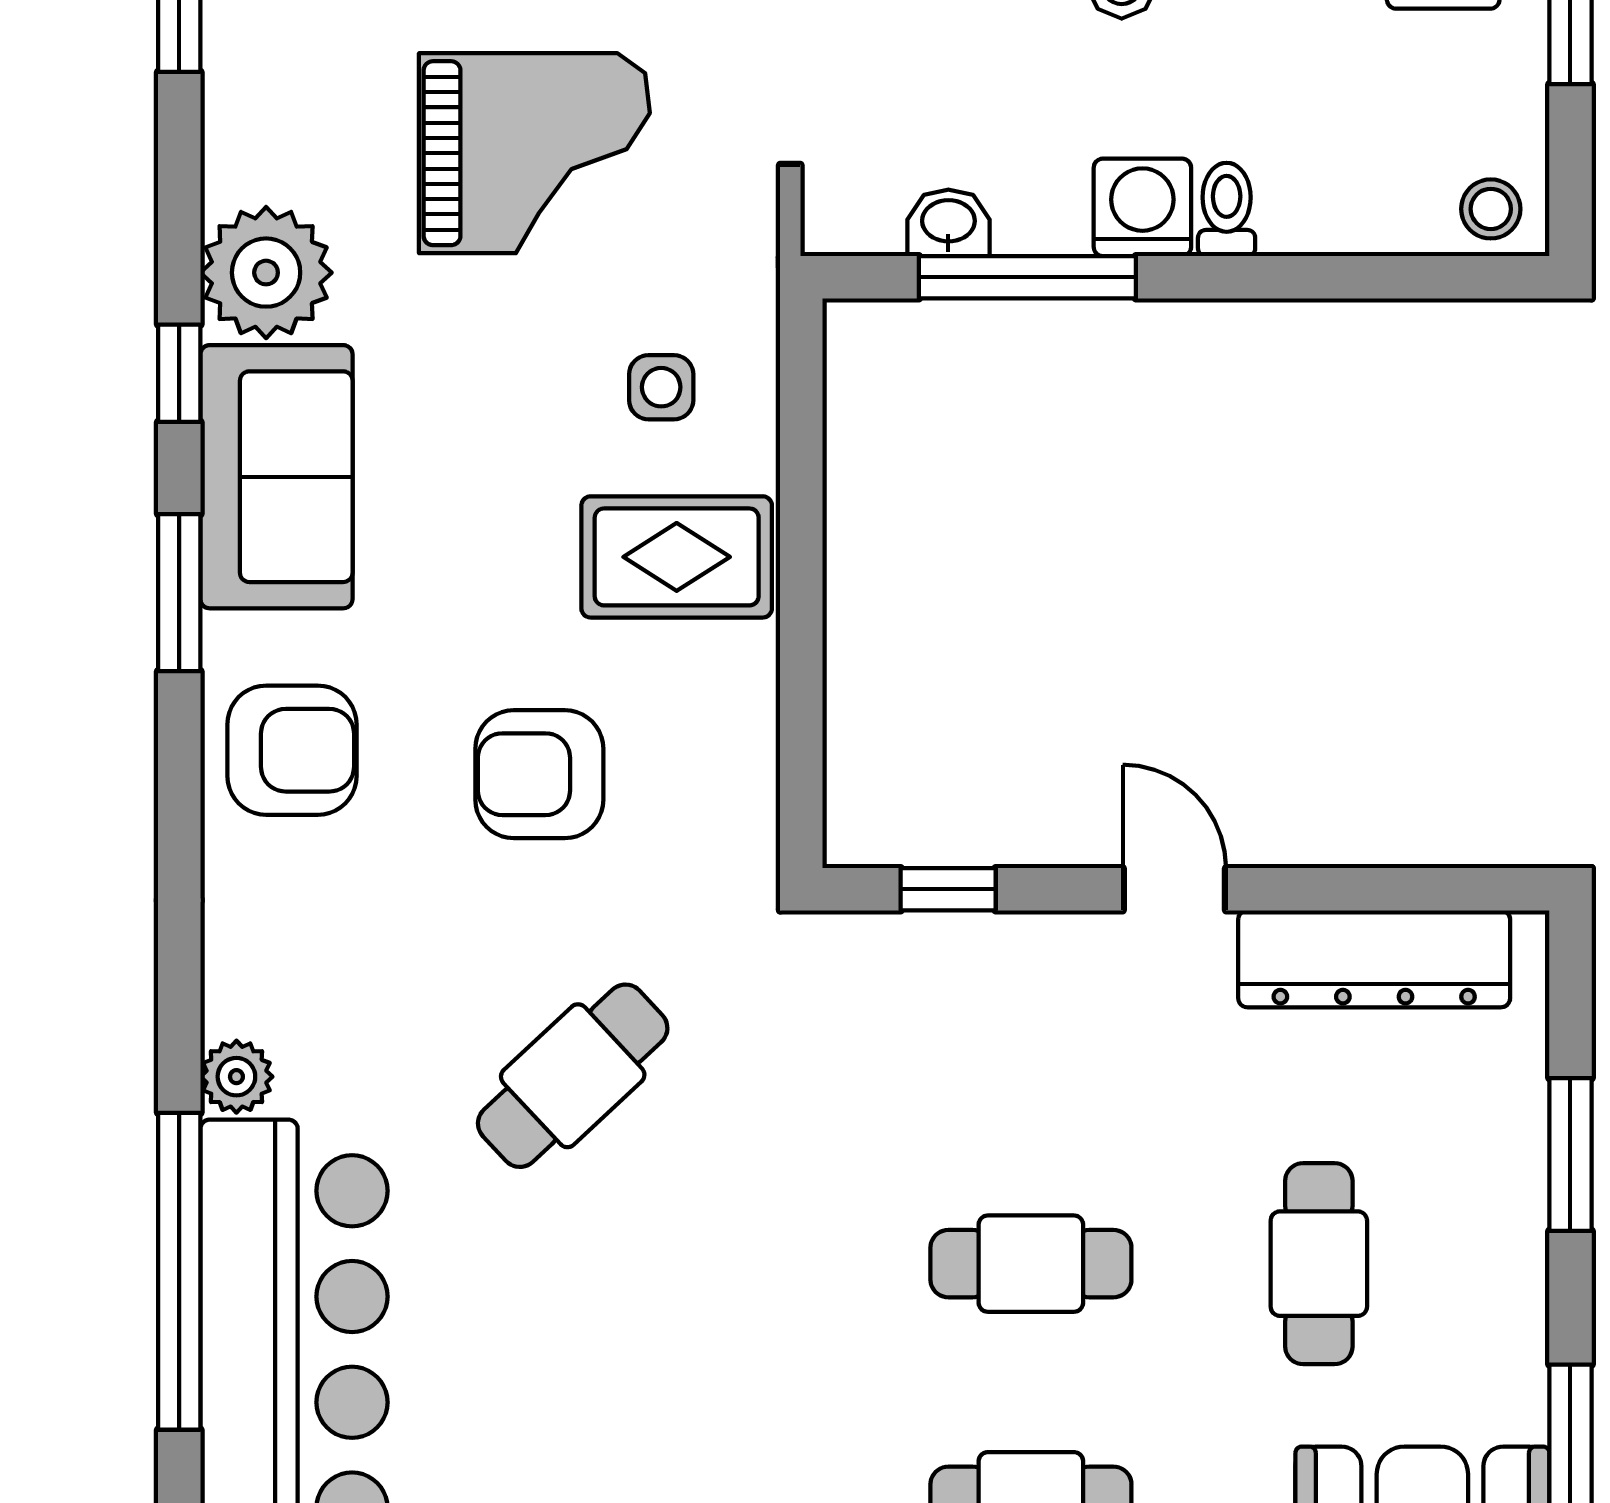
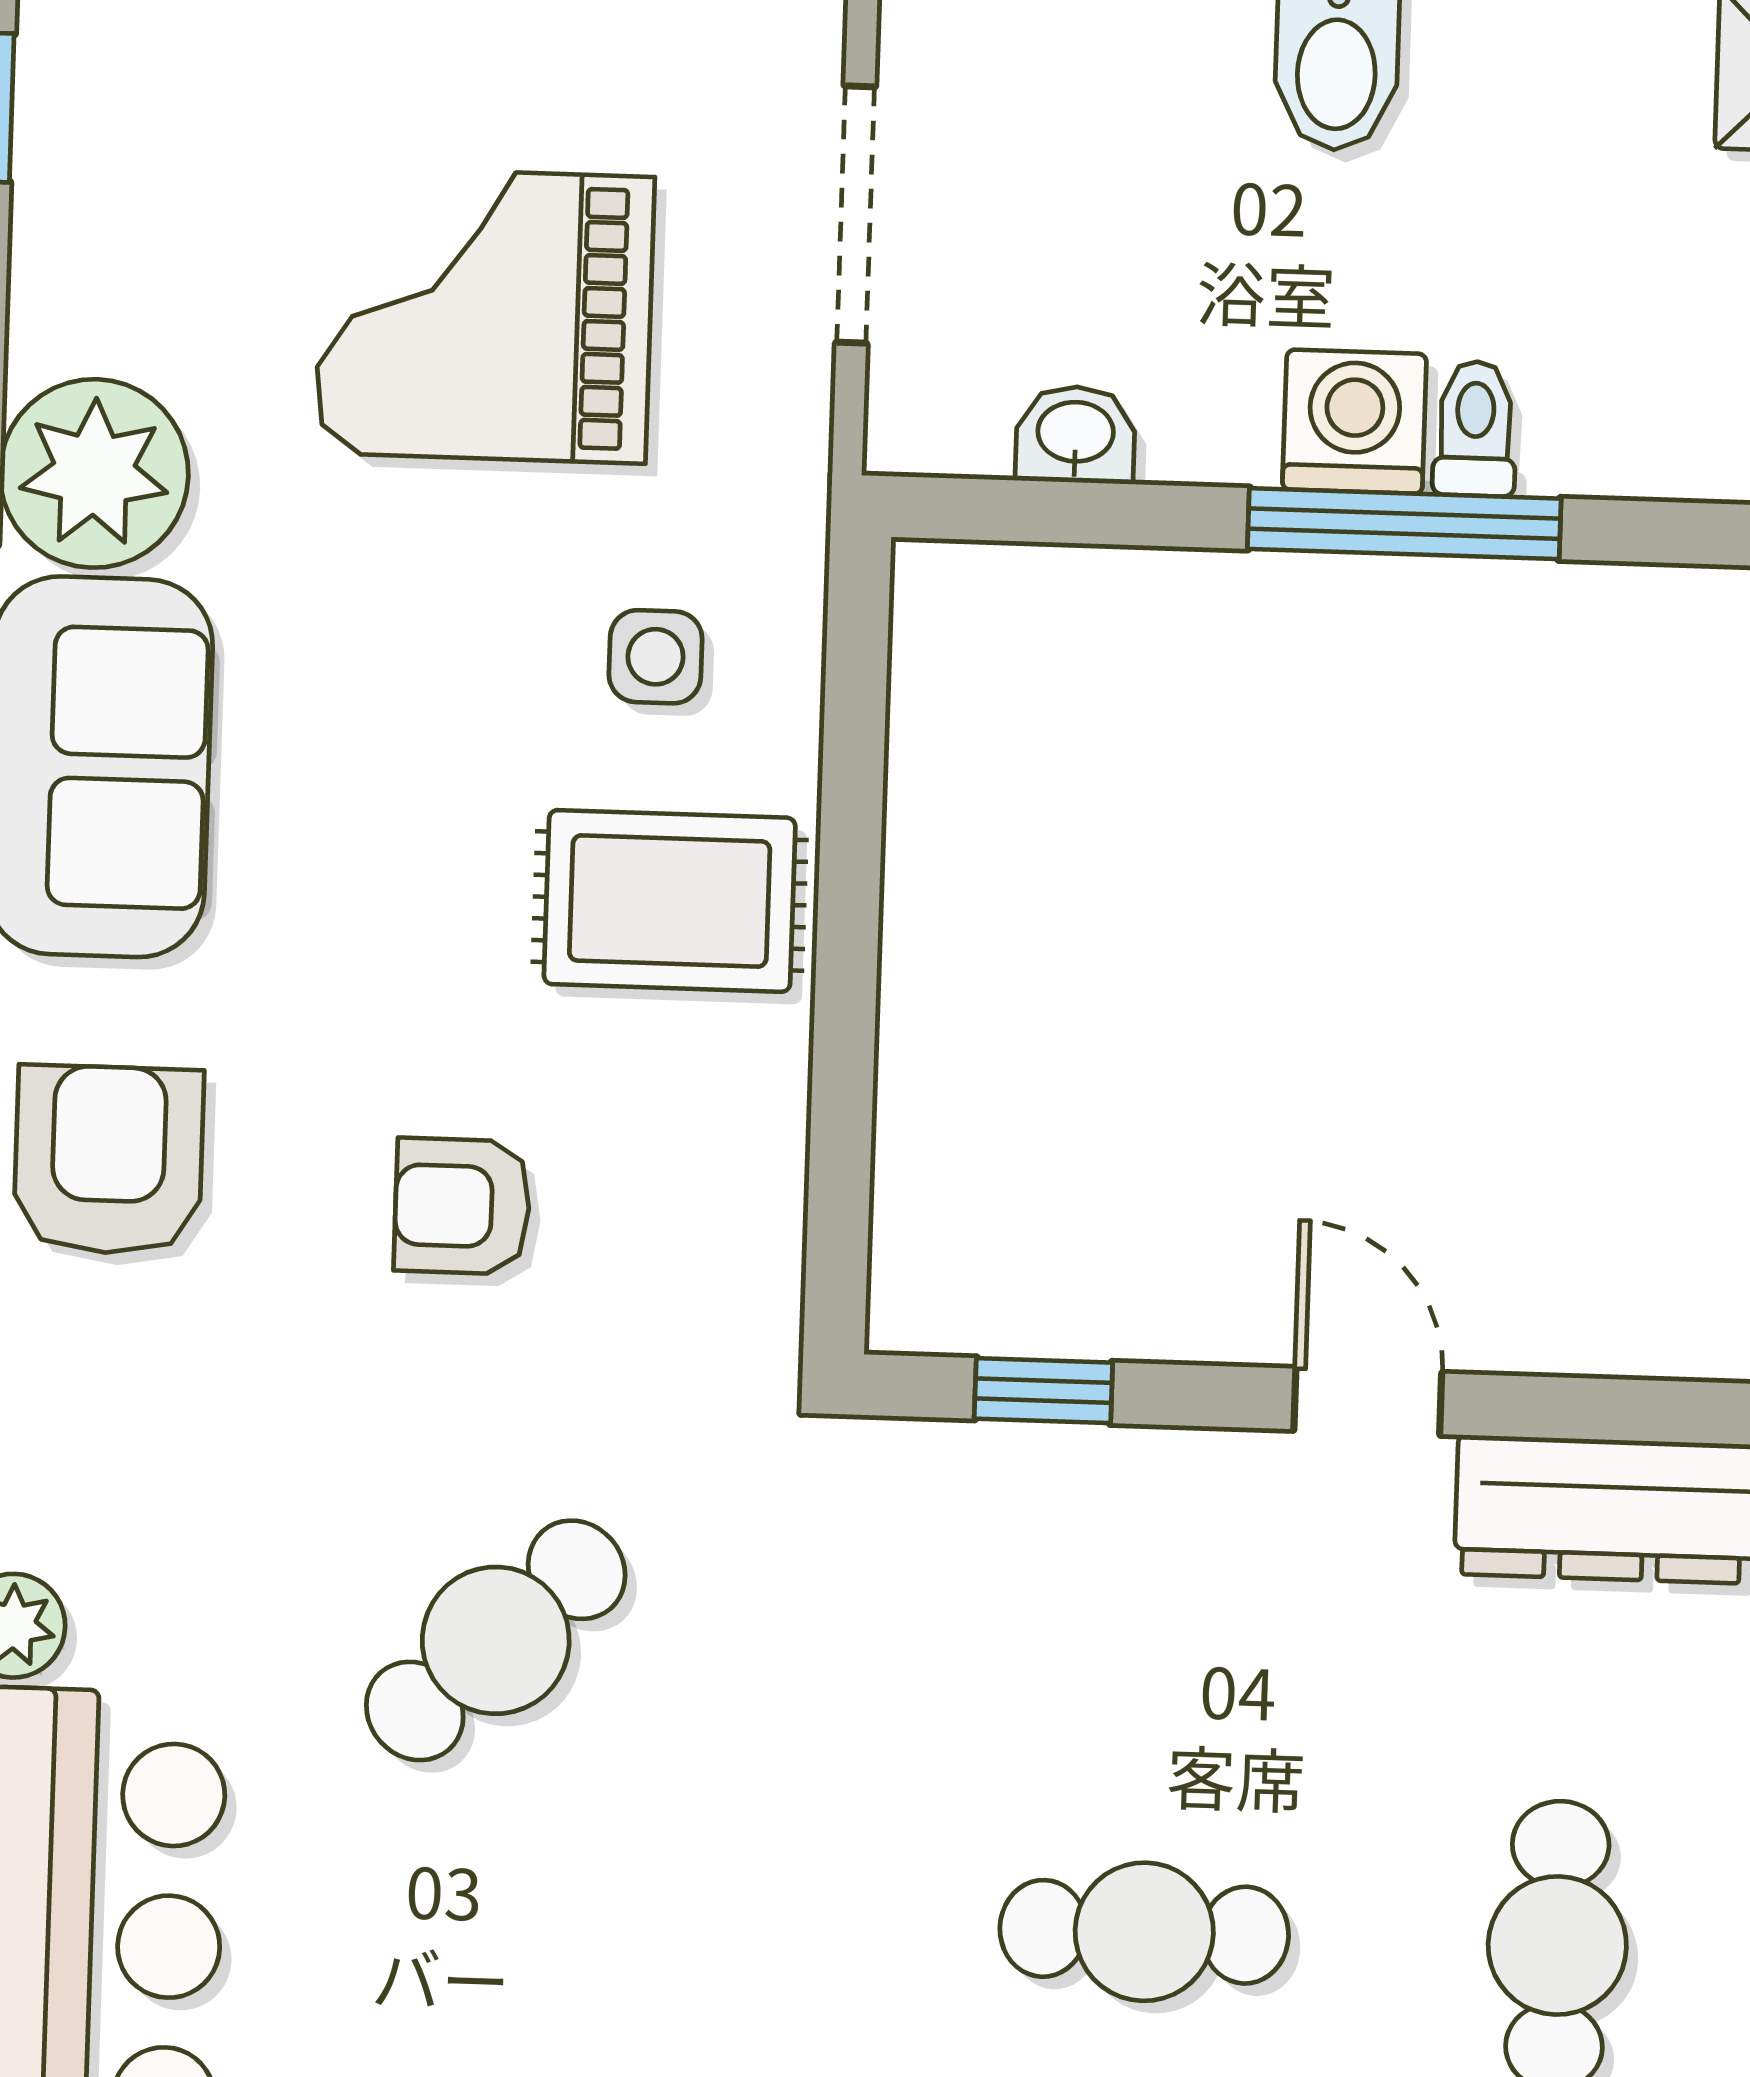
grand piano: (534, 153) -> (485, 315), turned 180
window: (1027, 277) -> (1404, 524), moved
armchair: (292, 750) -> (109, 1160), turned -90
armchair: (539, 774) -> (462, 1206), width x0.72, depth x0.72

